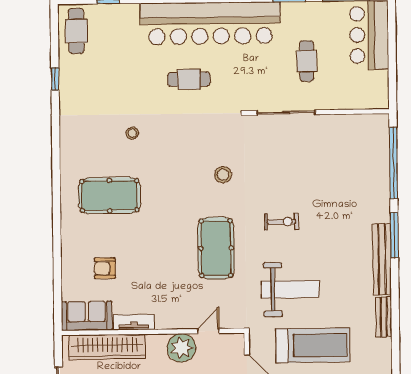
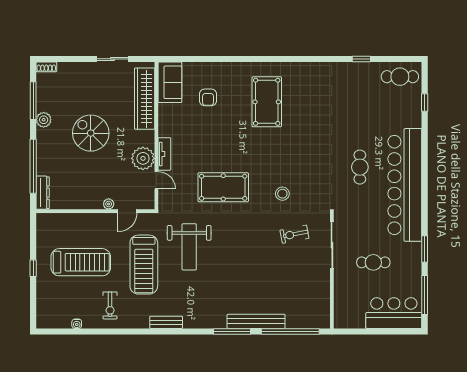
stool: (132, 133) -> (317, 121), removed
exercise bike: (281, 222) -> (294, 234), moved, turned 79
bench: (382, 259) -> (256, 321), moved
armchair: (105, 268) -> (208, 97), turned 180
tv unit: (134, 322) -> (164, 154), moved

